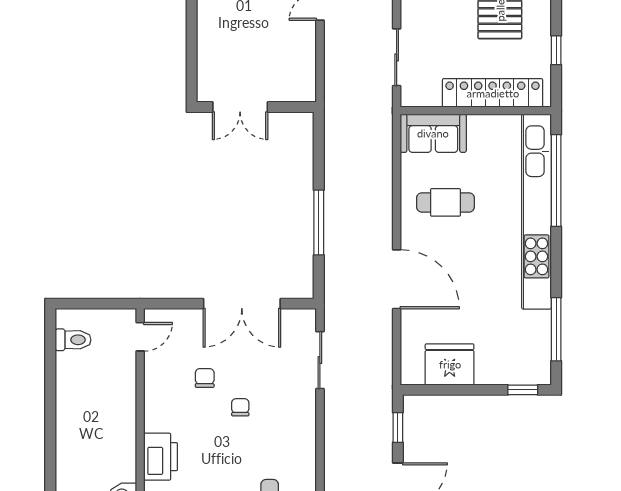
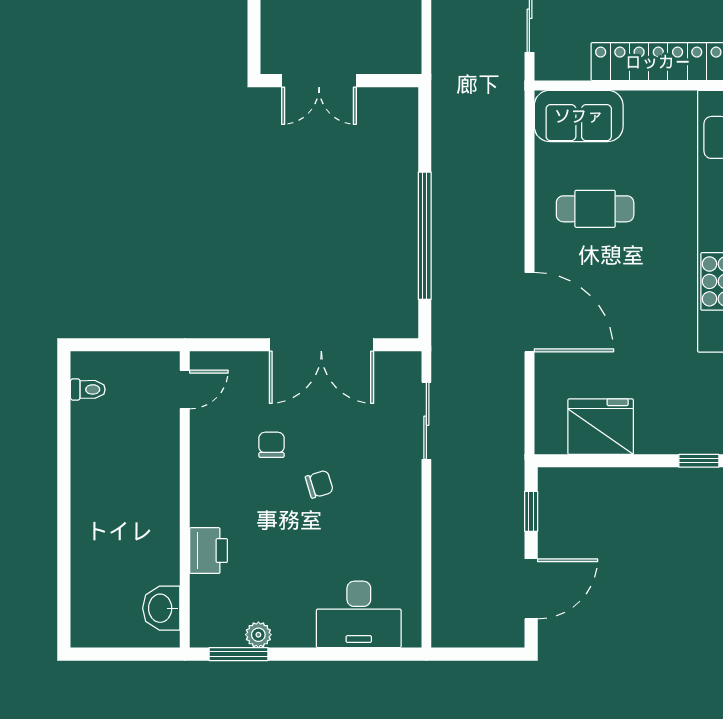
window: (319, 222) -> (425, 236), width x1.46
toilet: (73, 340) -> (88, 389), width x0.73, depth x0.72
chair: (240, 407) -> (319, 484), turned 73
printer: (161, 457) -> (209, 551), width x0.73, depth x0.84

